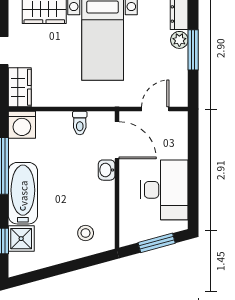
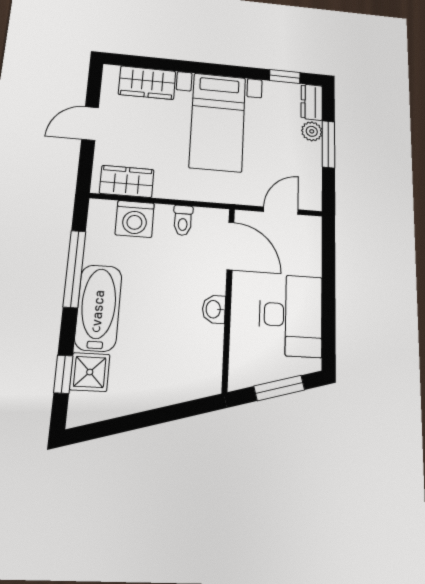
wardrobe: (20, 87) -> (127, 181), moved, turned -90
washing machine: (22, 125) -> (135, 219), moved
washbasin: (107, 170) -> (214, 309), moved
stool: (86, 233) -> (182, 369), removed

